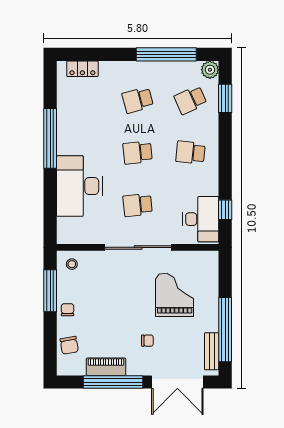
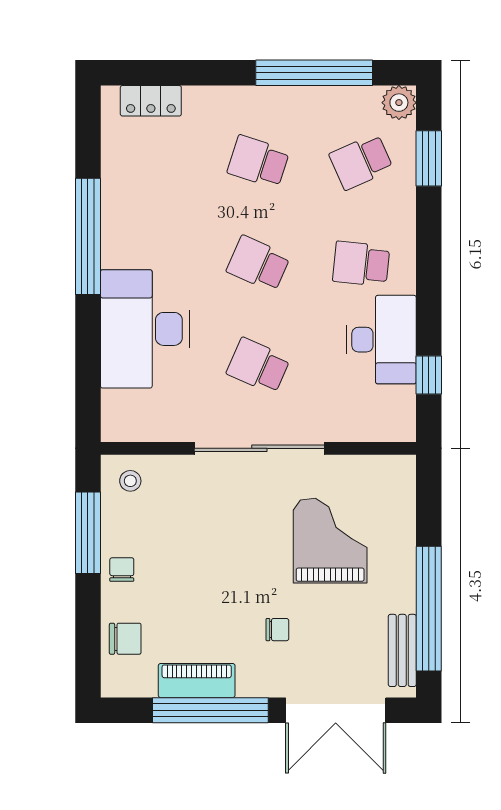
school desk: (138, 100) -> (258, 162), turned 33
school desk: (138, 153) -> (258, 264), turned 30
school desk: (138, 205) -> (258, 366), turned 30
desk: (201, 219) -> (381, 340), moved
chair: (69, 345) -> (125, 639), turned -80

